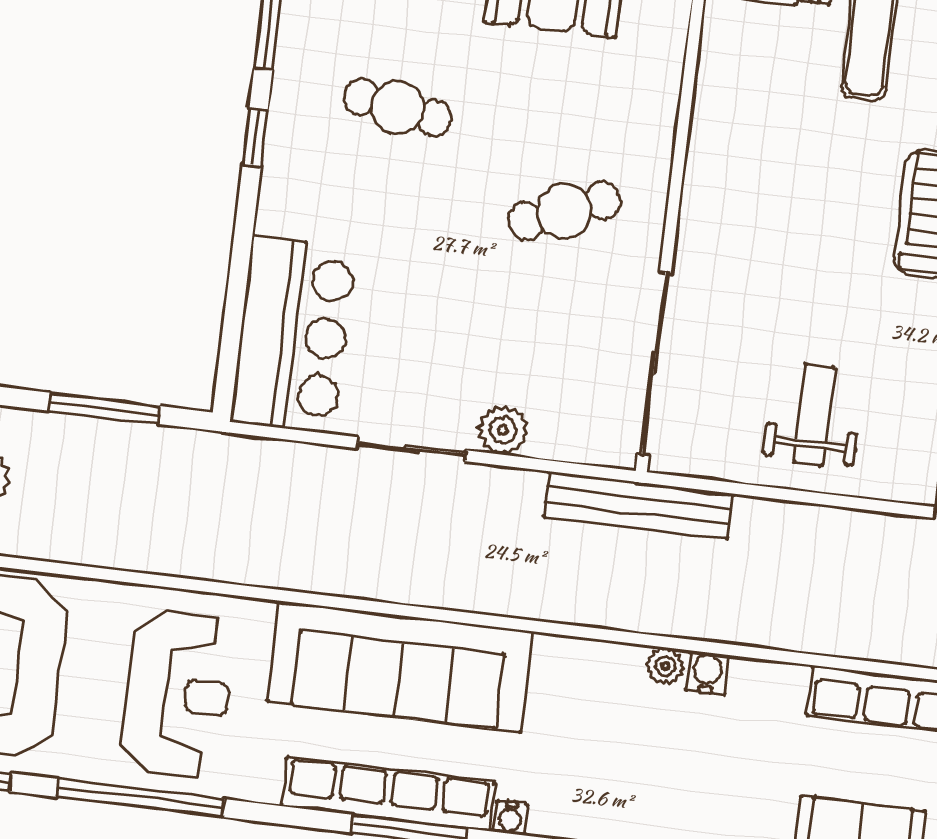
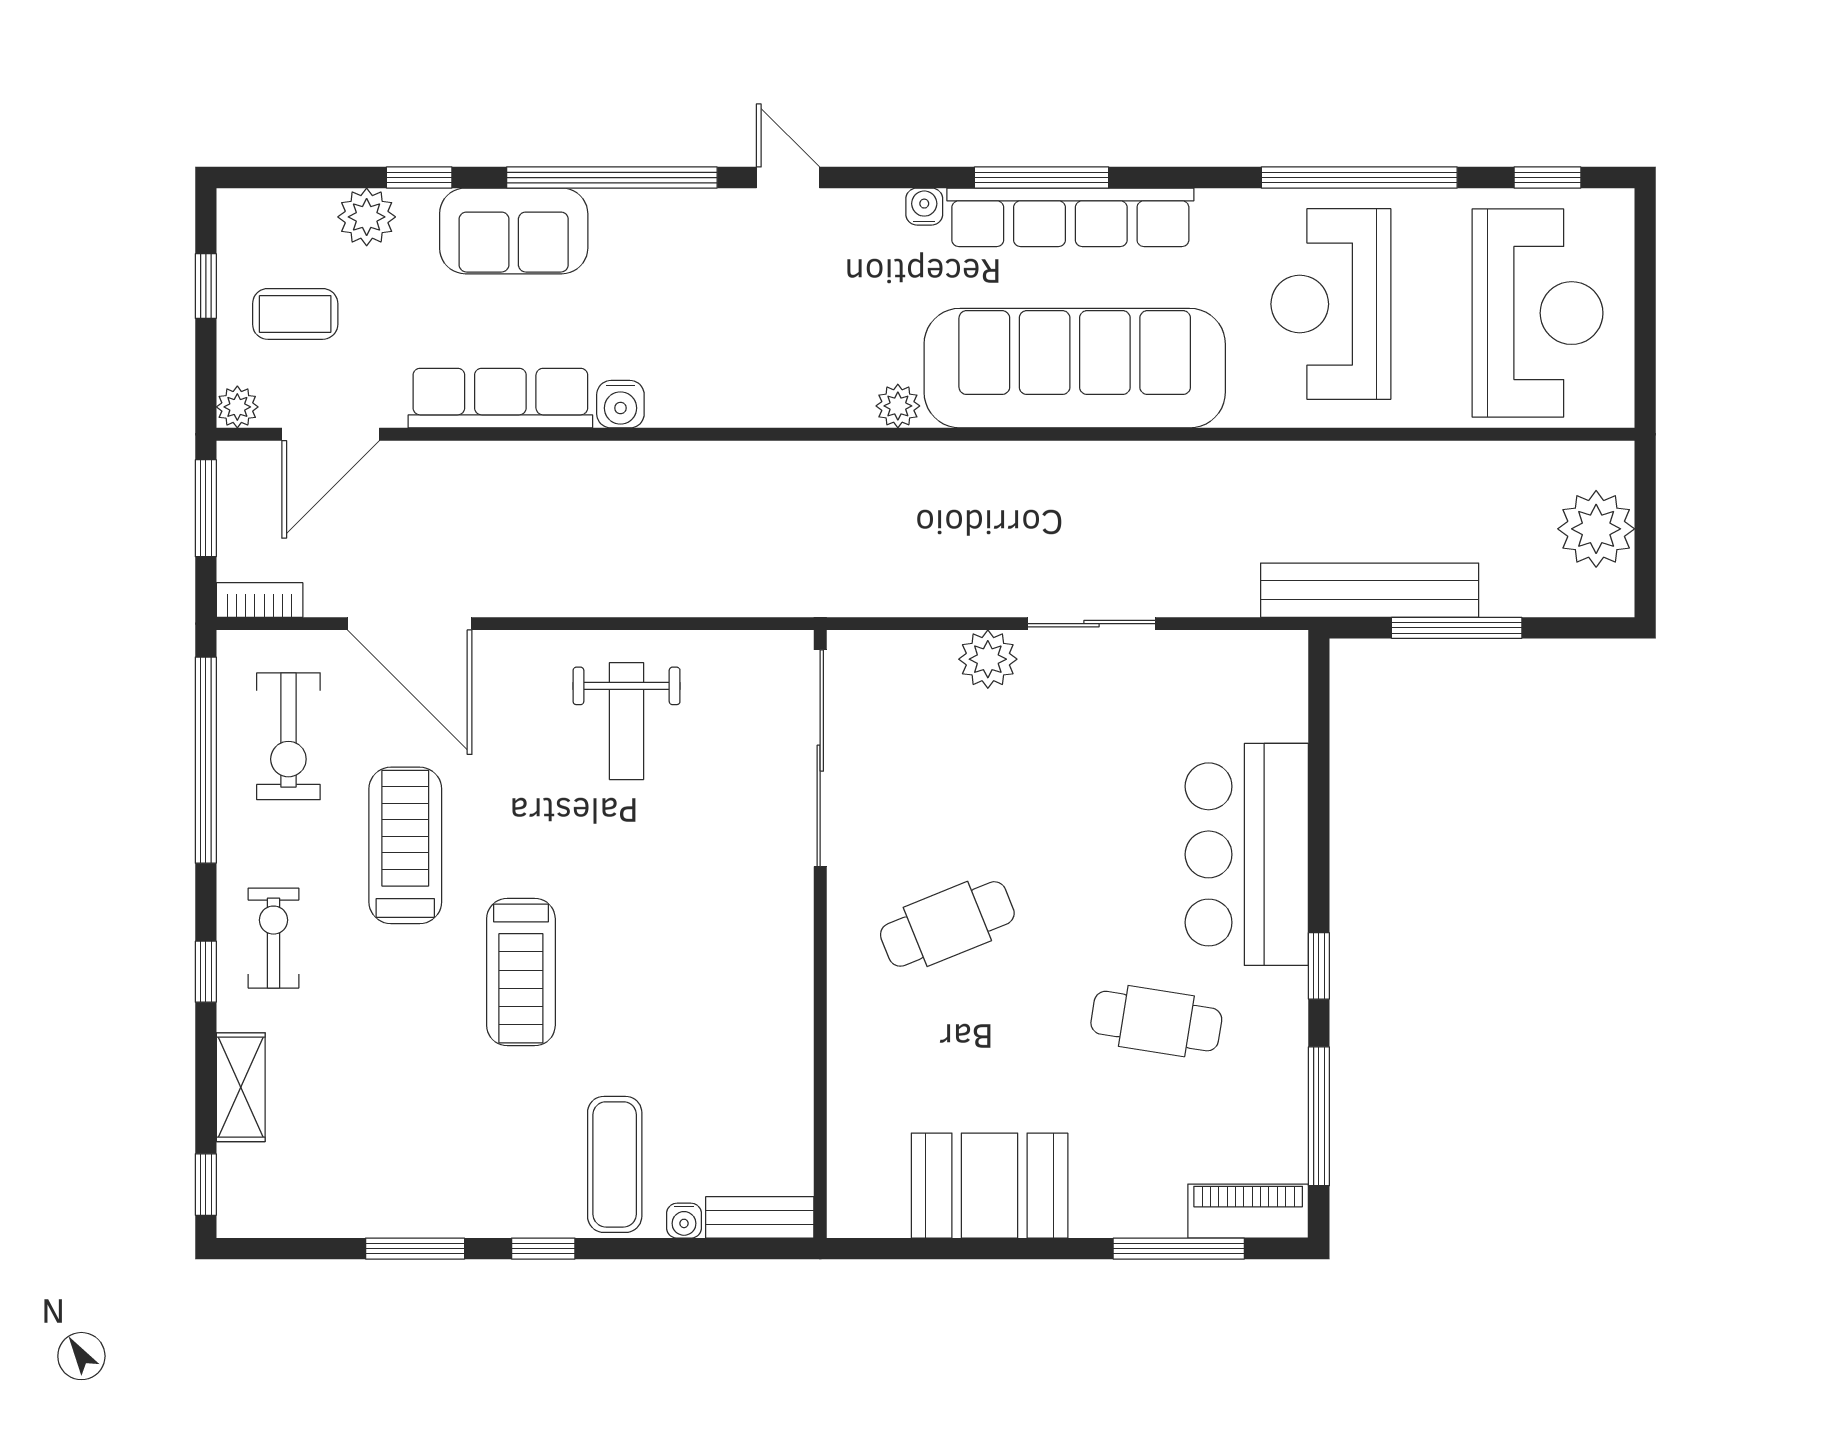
bar counter: (293, 335) -> (1247, 854), moved
bench: (638, 505) -> (1370, 590), moved
plant: (665, 666) -> (898, 406), moved
water cooler: (707, 673) -> (620, 404), moved

